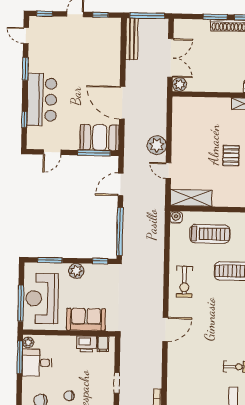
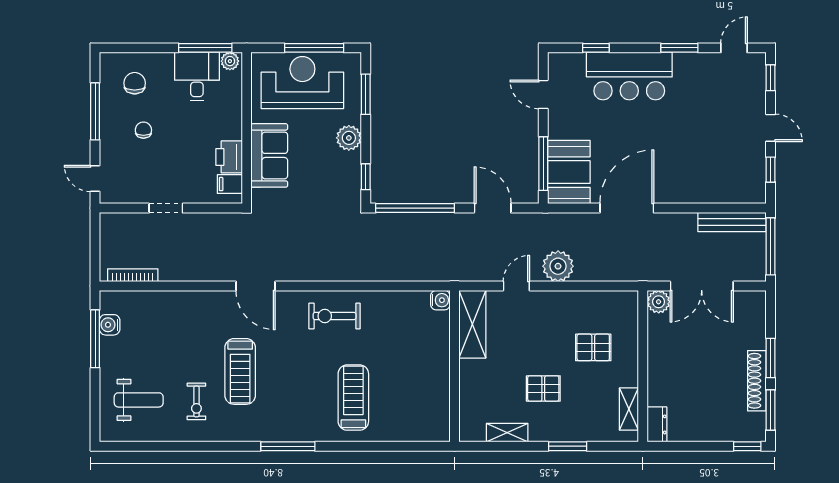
pallet: (207, 125) -> (593, 347), added
treadmill: (210, 234) -> (240, 371), moved
window: (21, 303) -> (314, 48), moved

